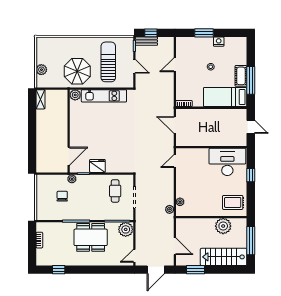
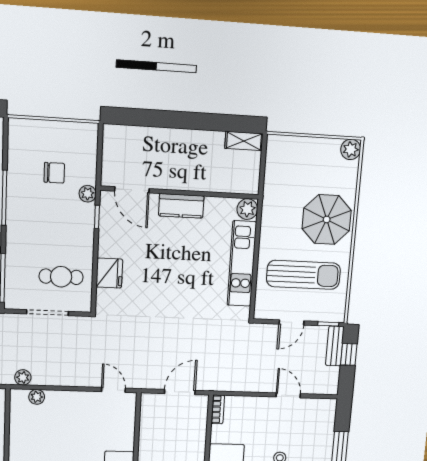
plant: (41, 70) -> (351, 149), moved
parasol: (77, 71) -> (327, 219), moved
kitchen counter: (75, 130) -> (181, 206), added
fridge: (97, 166) -> (109, 273), moved

